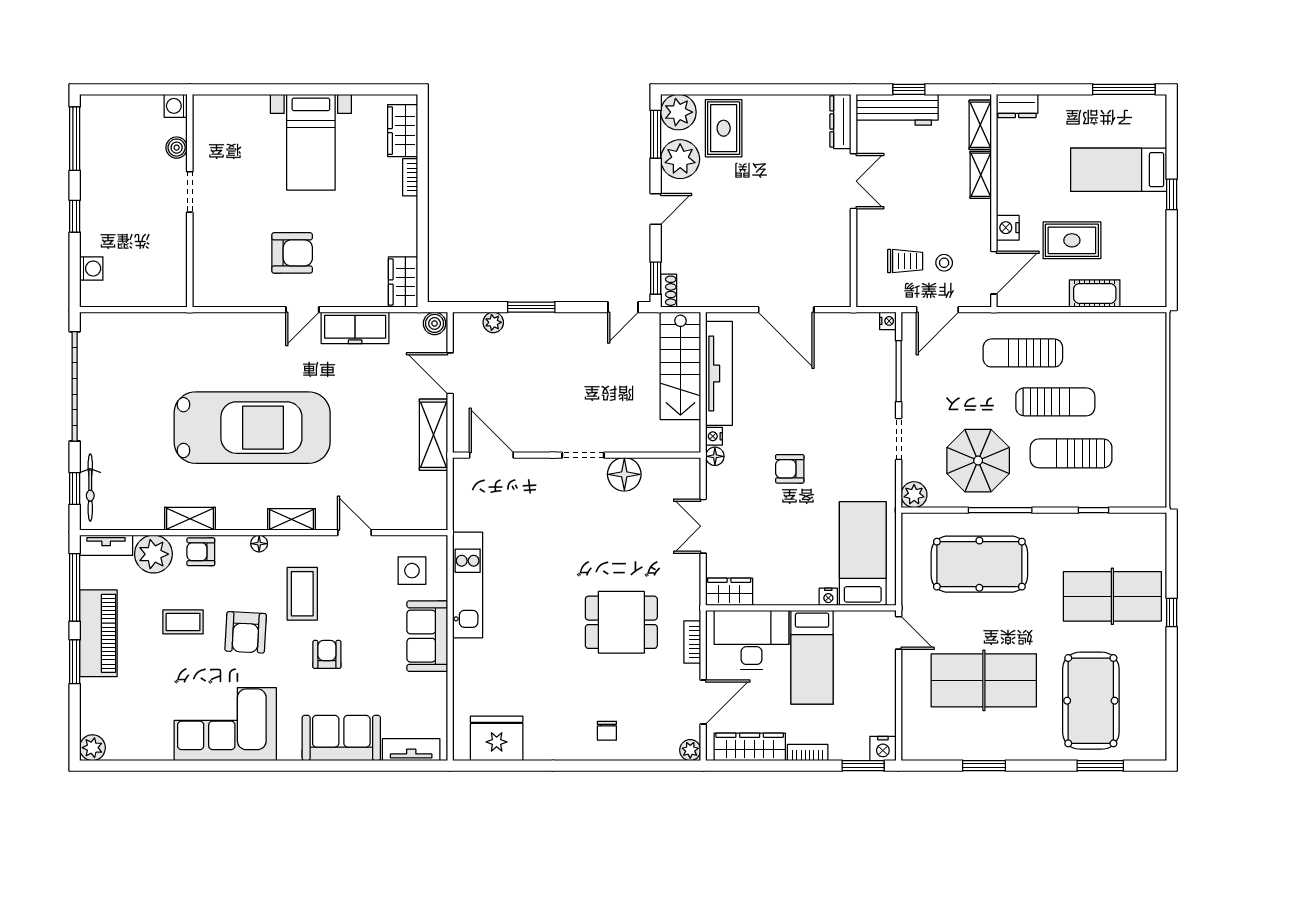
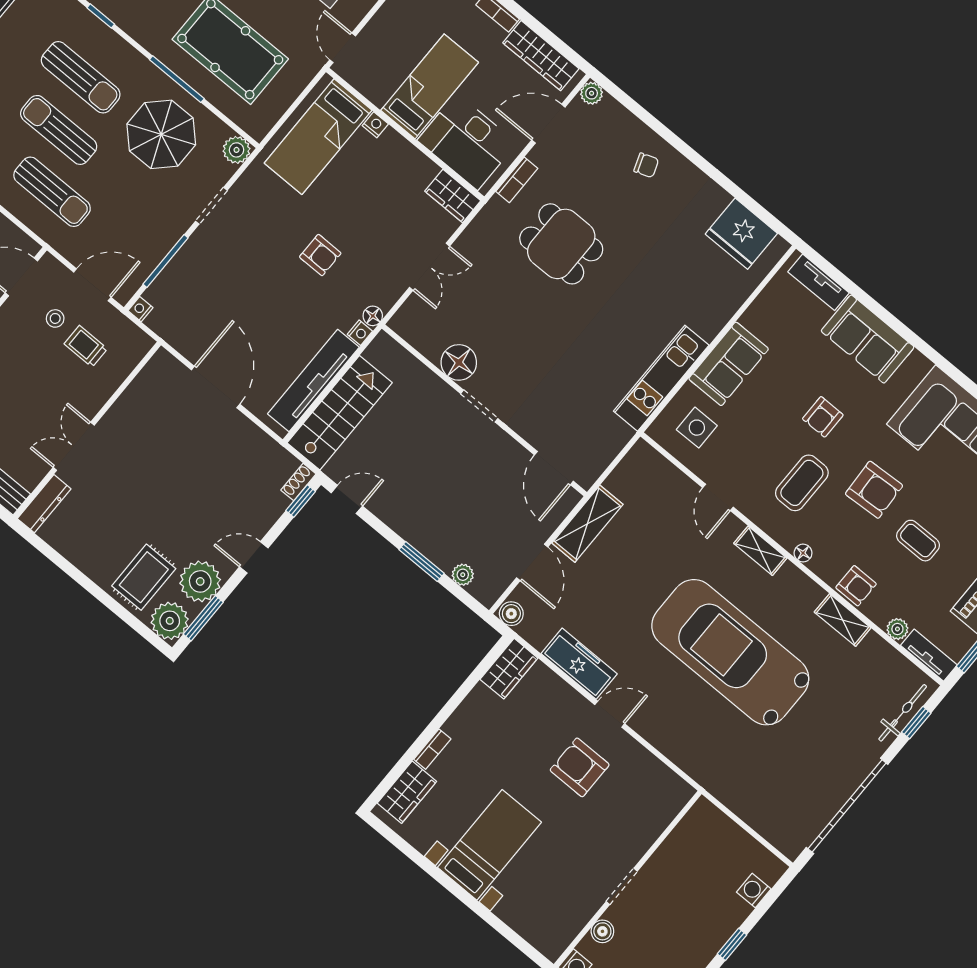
plant: (153, 554) -> (897, 629), width x0.53, depth x0.53
armchair: (246, 632) -> (874, 490), turned 84
chair: (607, 731) -> (646, 165), turned 70

